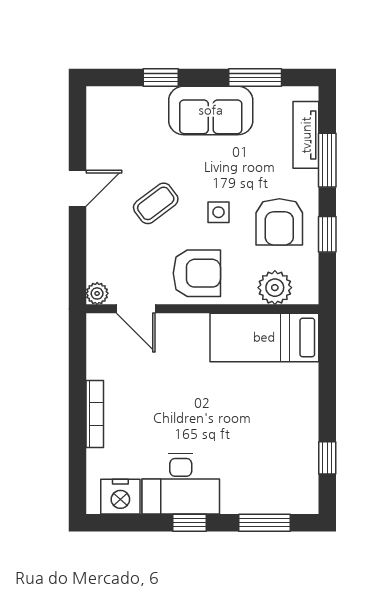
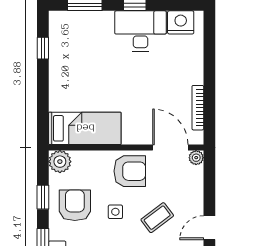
armchair: (197, 273) -> (130, 171), turned 180
plant: (275, 288) -> (60, 162), moved
door: (136, 309) -> (170, 147), width x1.38
bookcase: (95, 414) -> (198, 108), moved

